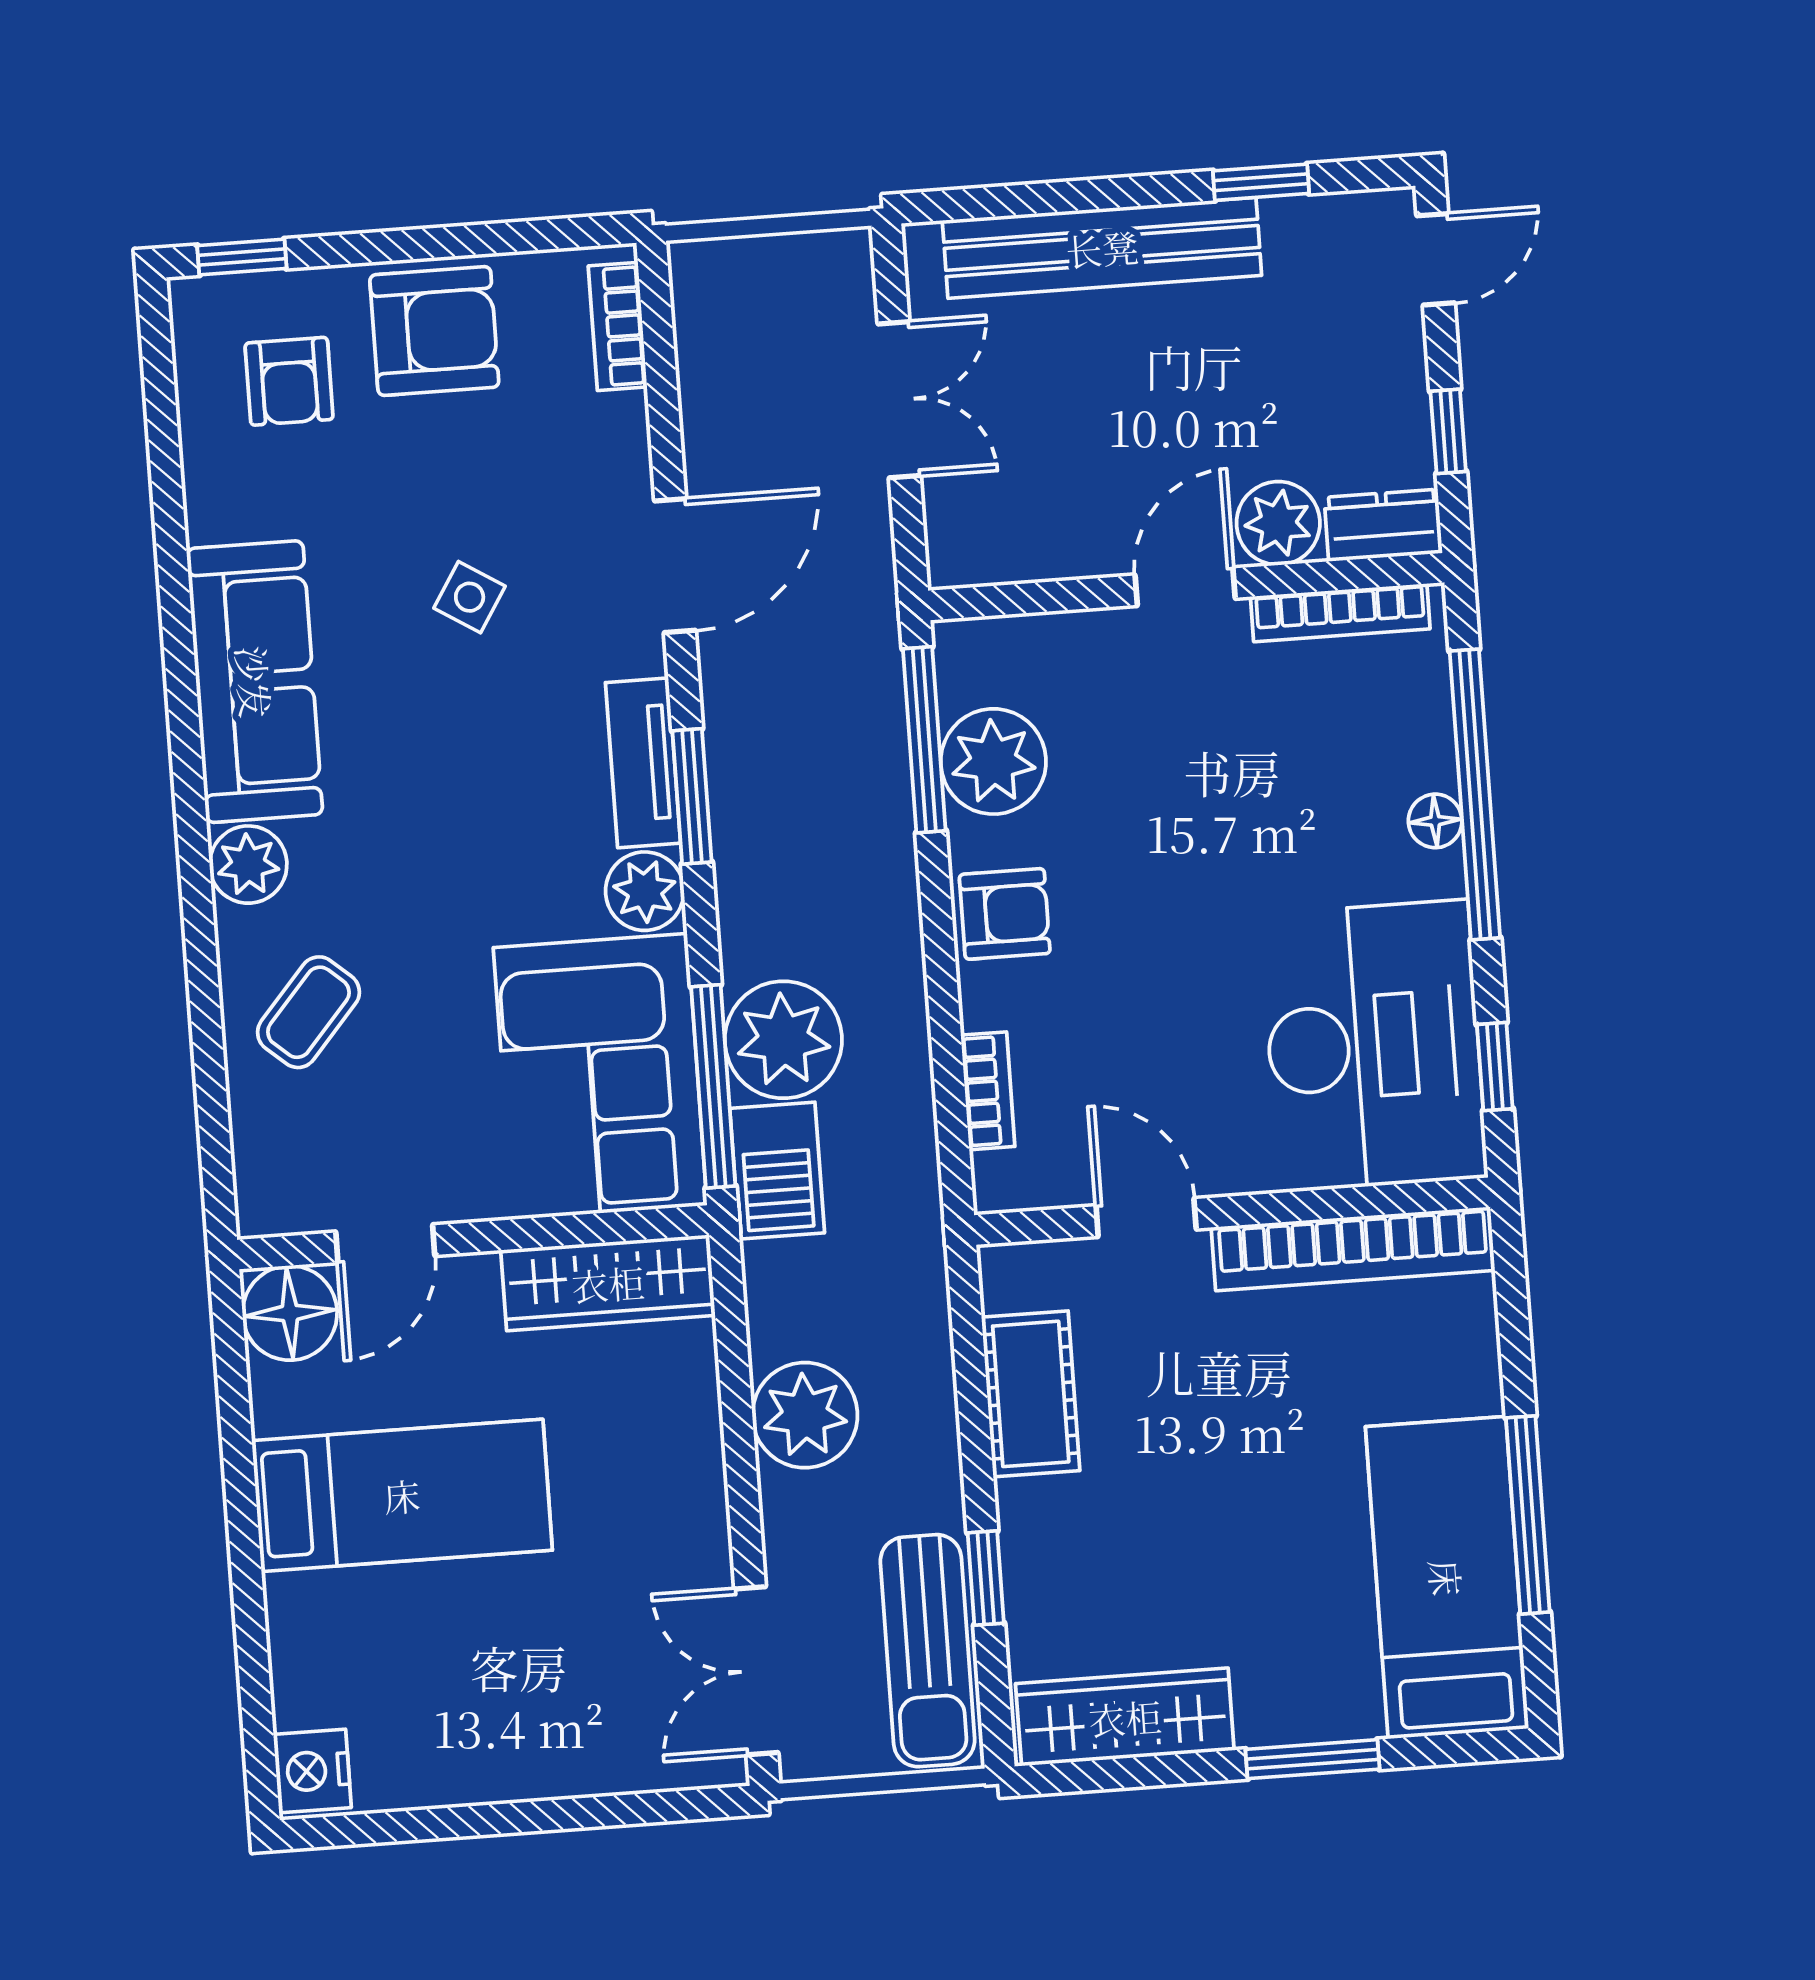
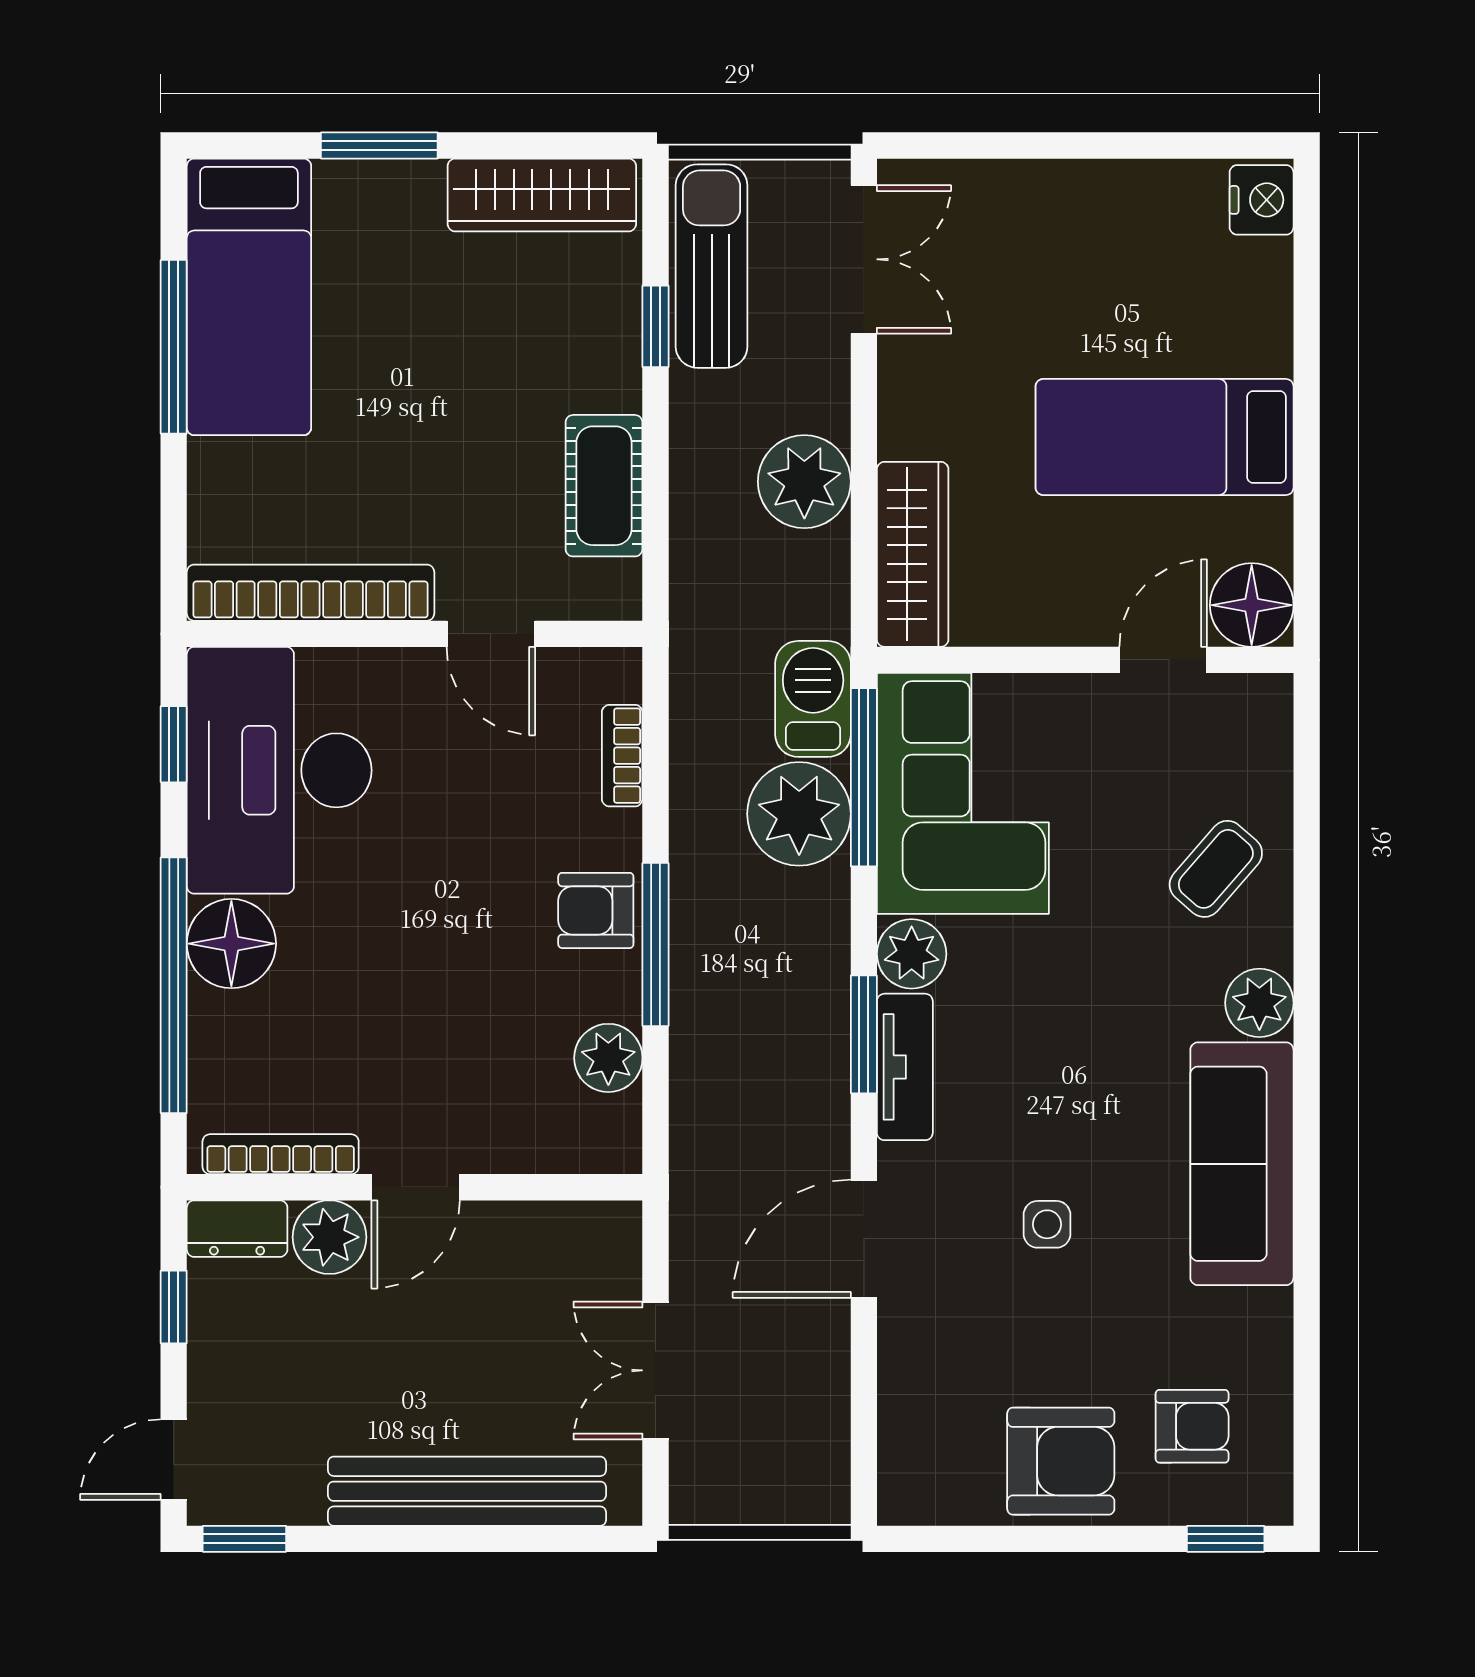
window: (1261, 182) -> (244, 1539), moved
bookcase: (618, 326) -> (899, 1453), removed
armchair: (434, 331) -> (1061, 1461), turned 180
armchair: (289, 381) -> (1192, 1426), turned 90
side table: (470, 597) -> (1047, 1224), turned -32
window: (924, 740) -> (655, 944), moved
plant: (993, 761) -> (608, 1058), width x0.73, depth x0.73
floor lamp: (1435, 821) -> (231, 944), width x1.89, depth x1.89
wardrobe: (608, 1283) -> (913, 554), moved, turned 90

